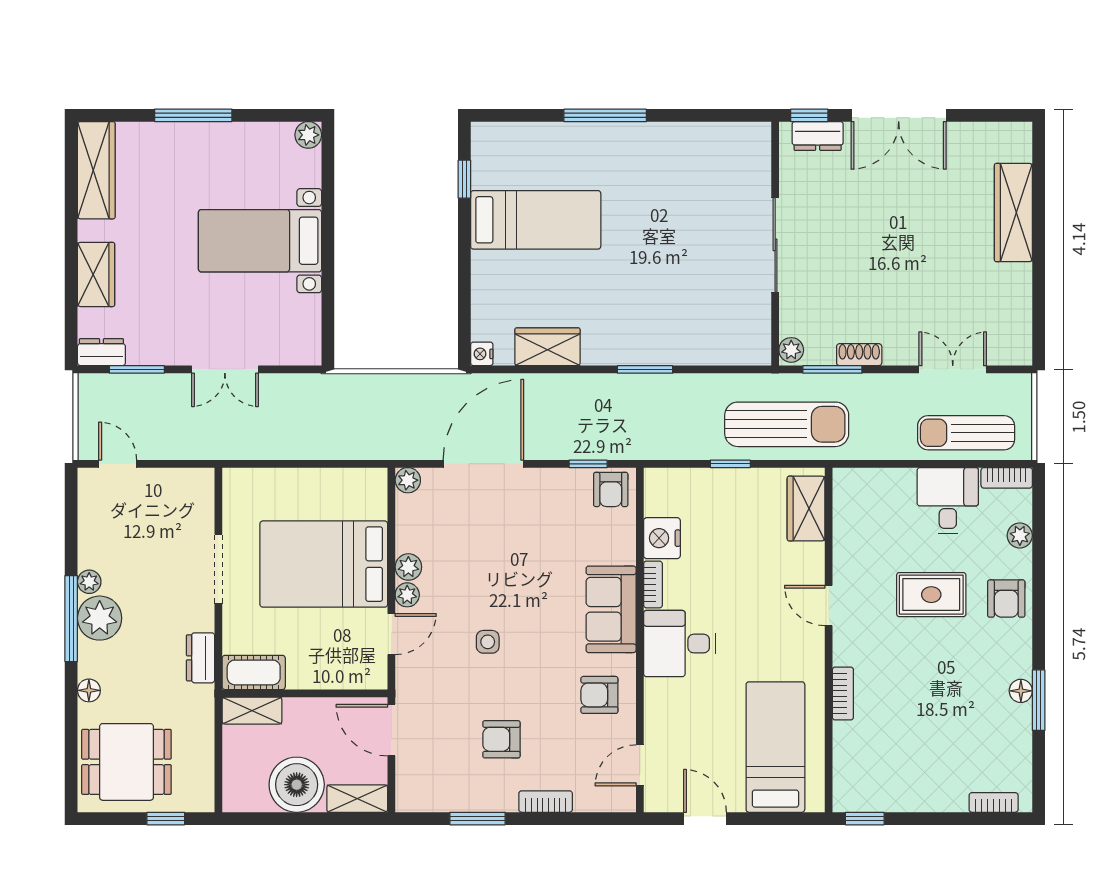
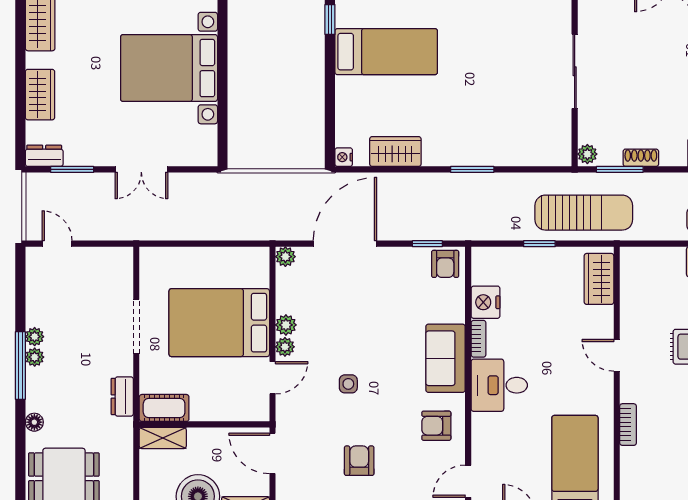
bed with nightstands: (260, 241) -> (169, 68), width x1.36
plant: (100, 618) -> (35, 357), width x0.53, depth x0.53
armchair: (501, 739) -> (359, 461), turned 90

